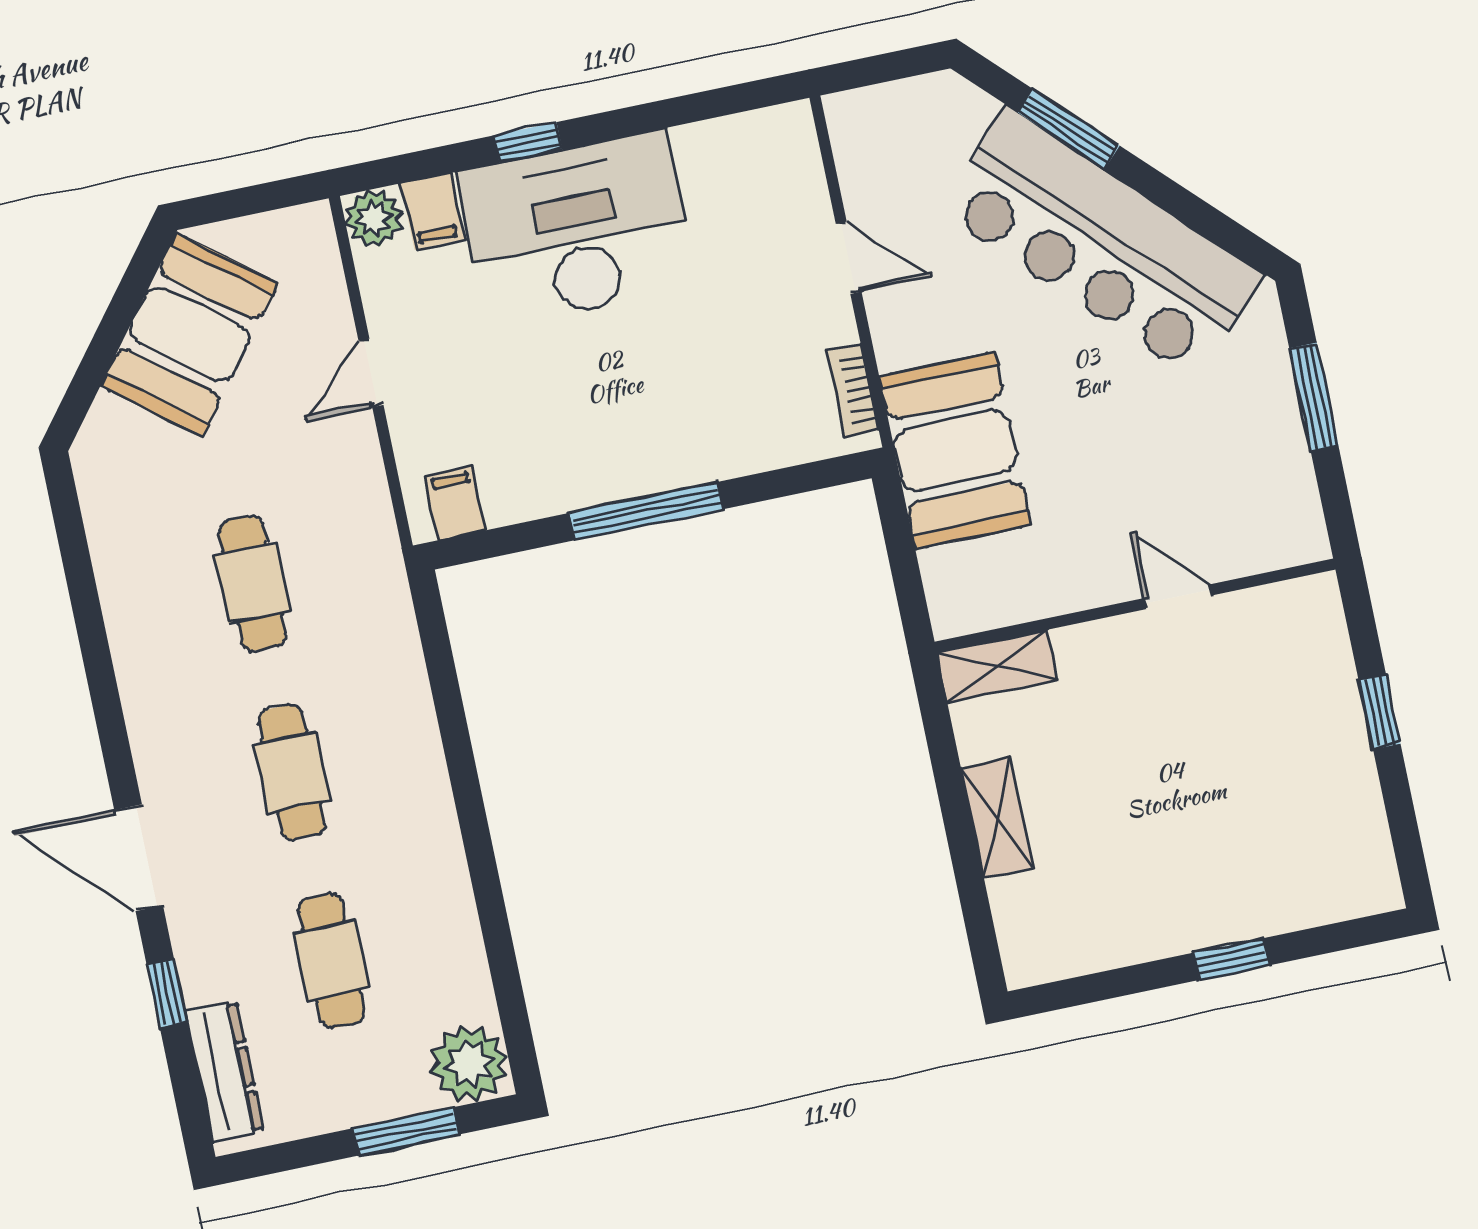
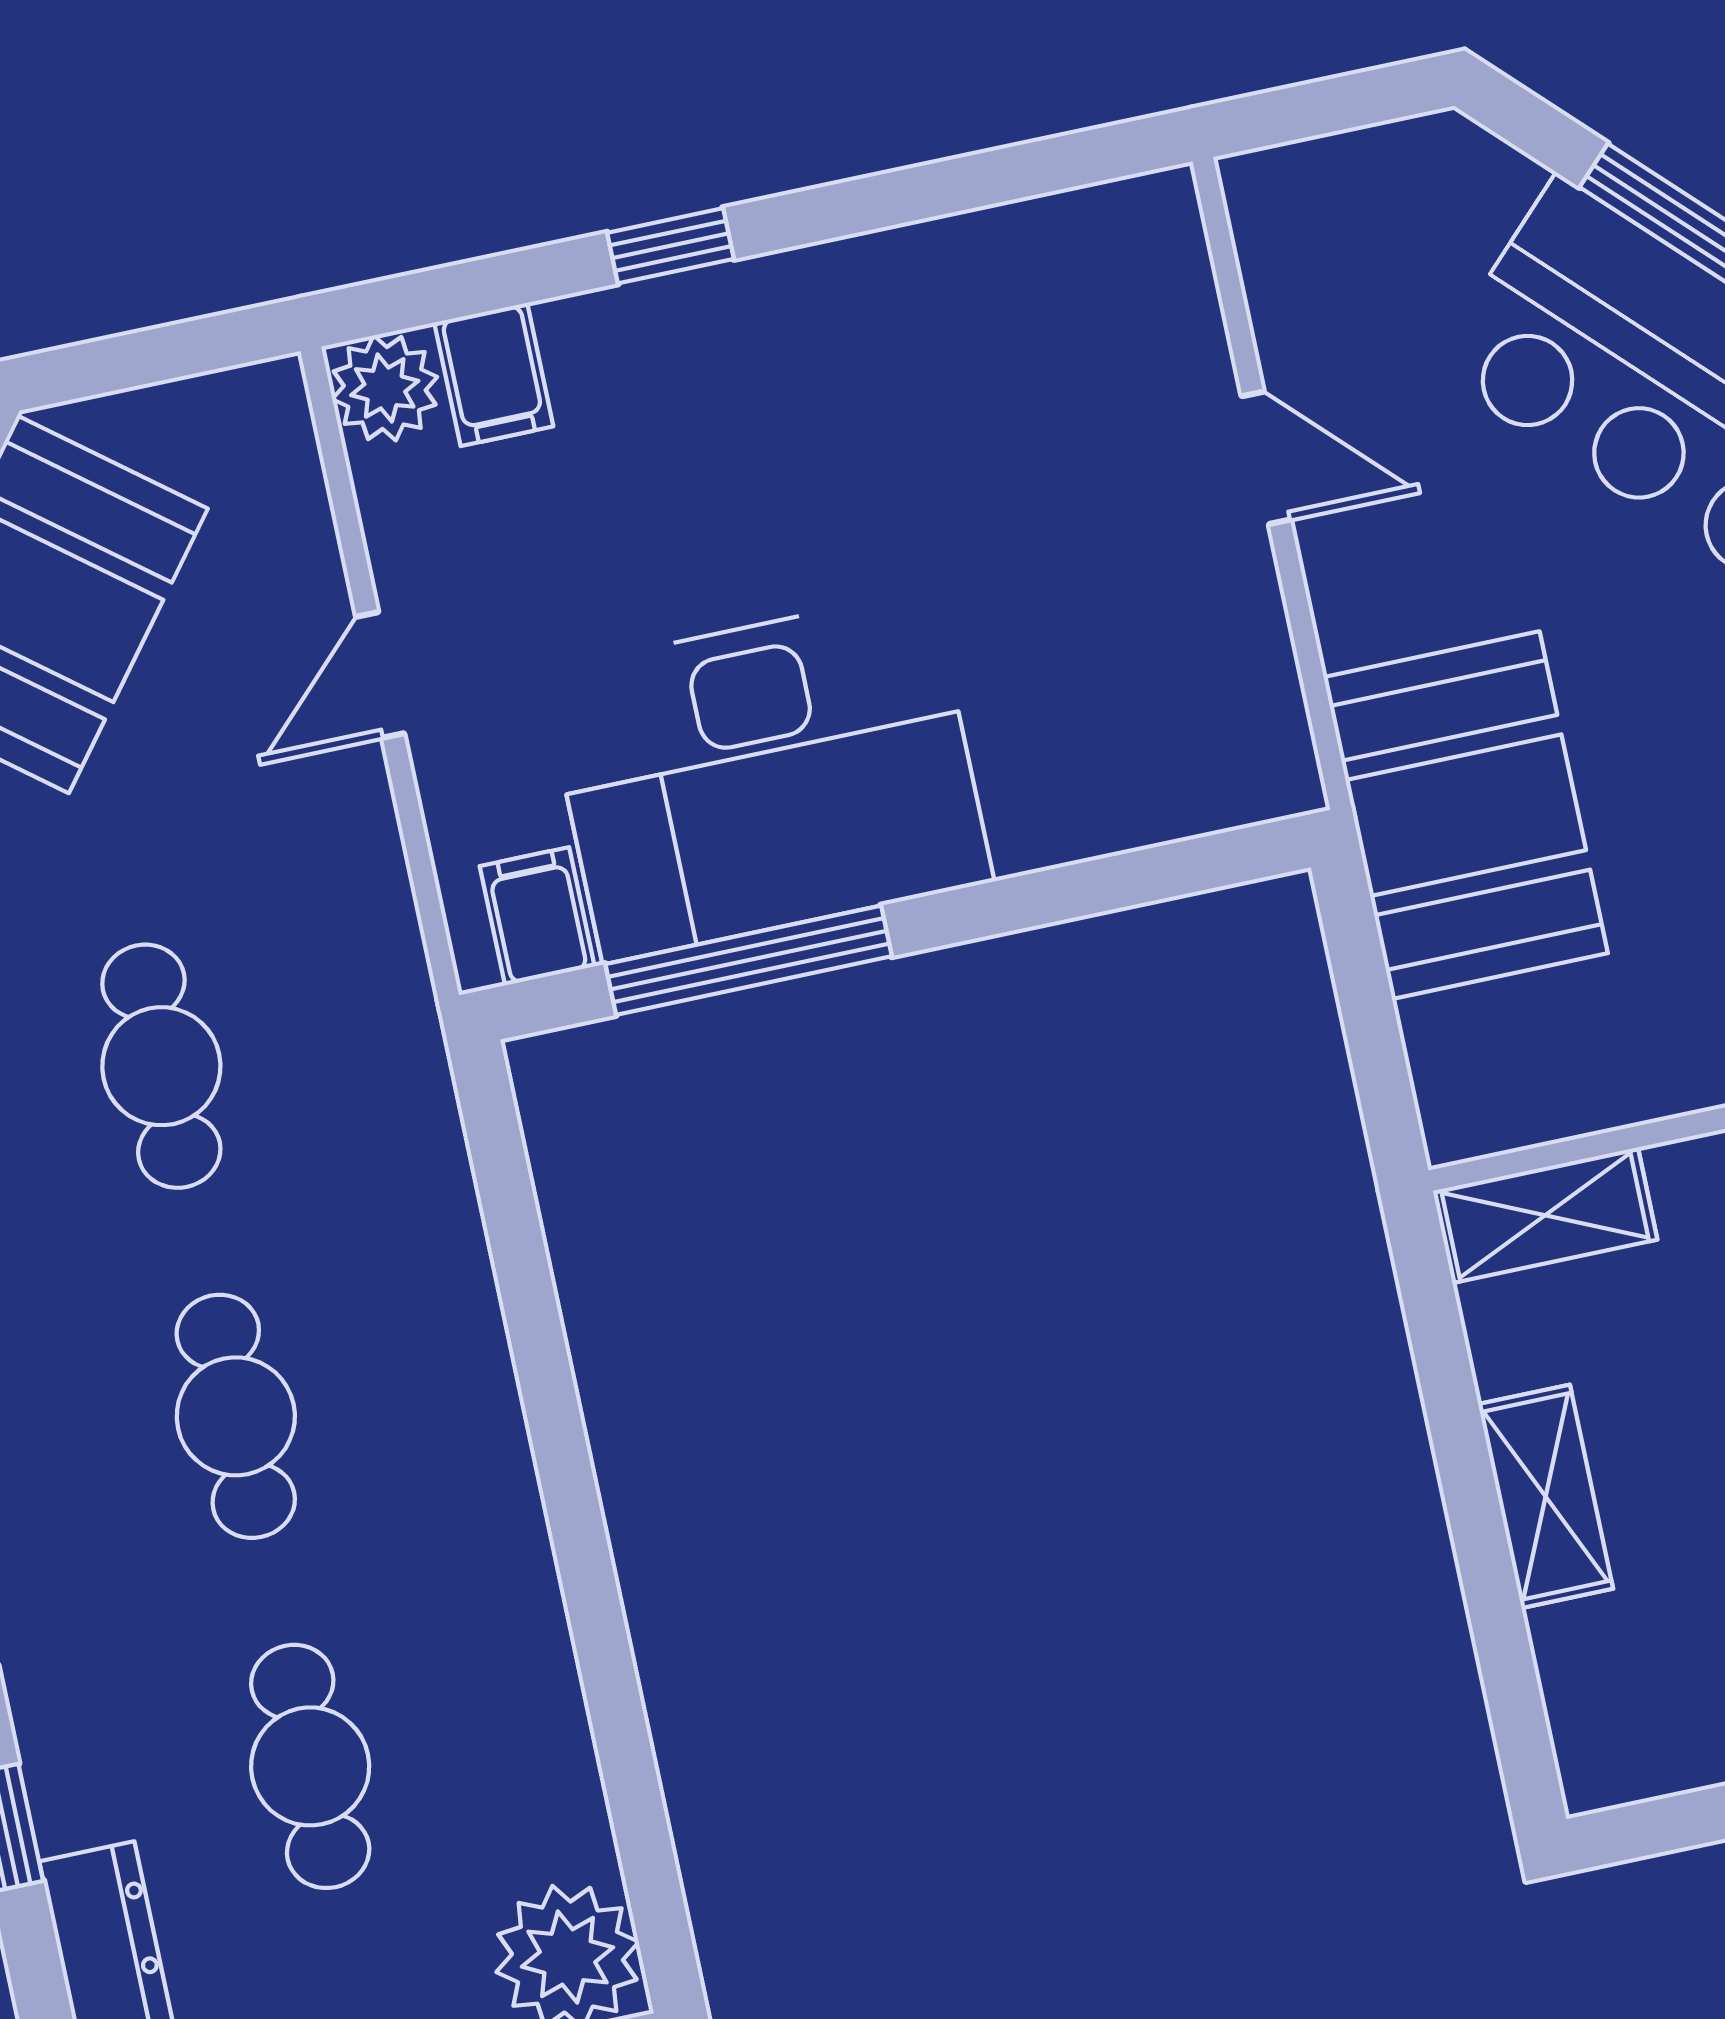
desk: (577, 229) -> (767, 776), moved, turned 180
bookcase: (853, 390) -> (1275, 704), removed
window: (646, 511) -> (749, 960), moved

